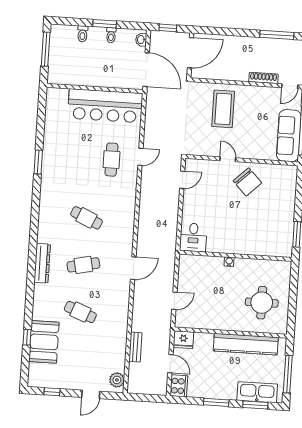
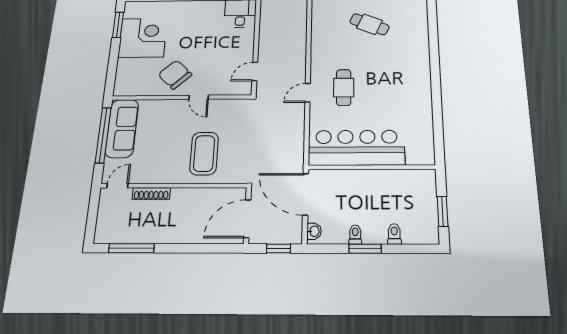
window: (46, 49) -> (443, 211), width x0.69
window: (38, 162) -> (436, 79), removed
corner desk: (275, 220) -> (143, 38), added

